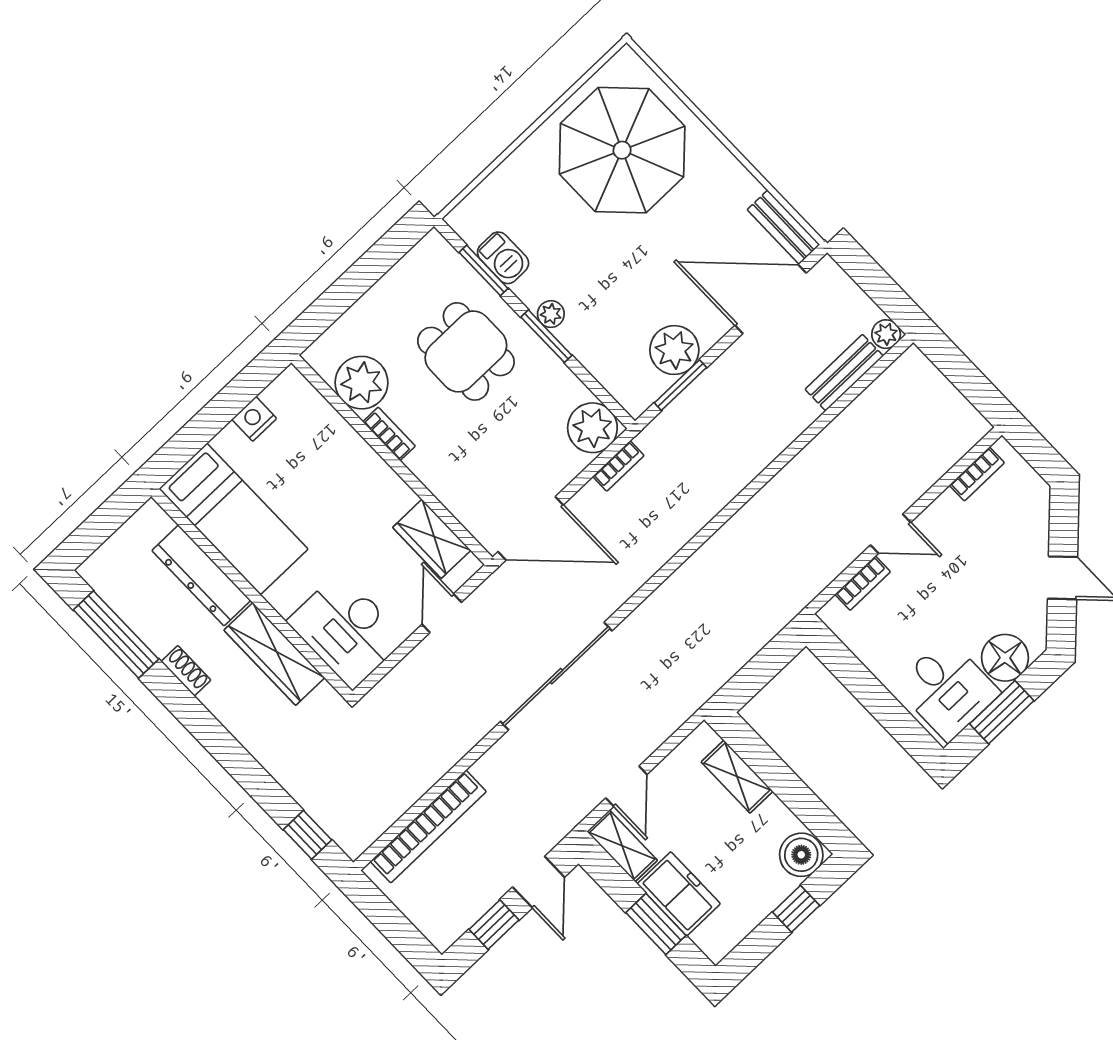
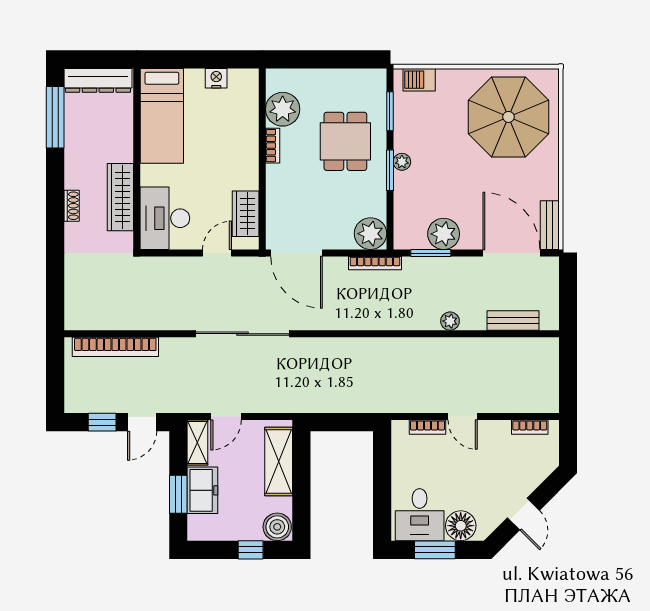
barbecue: (503, 258) -> (419, 80), moved, turned 90
plant: (886, 334) -> (450, 321), moved
bookcase: (618, 466) -> (375, 263), width x1.56
dresser: (201, 575) -> (98, 80), moved, turned -90
shoe rack: (186, 671) -> (72, 206), moved
shelving: (737, 777) -> (279, 462), width x1.50, depth x1.33
window: (307, 835) -> (55, 297), removed

